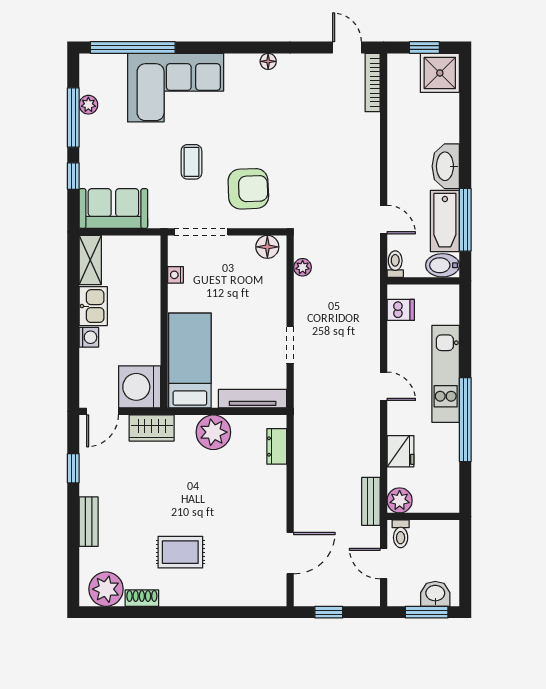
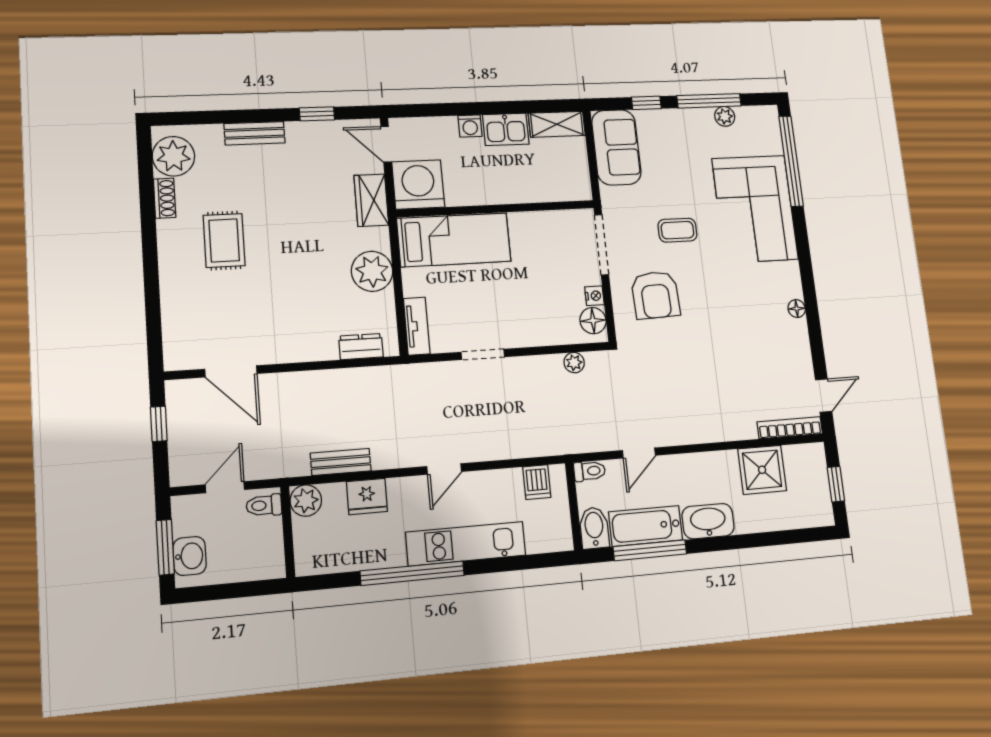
shower: (440, 73) -> (762, 470), moved
nightstand: (176, 275) -> (594, 296), moved, turned 90
tv unit: (253, 399) -> (417, 326), width x0.71
bench: (371, 501) -> (341, 462), moved

